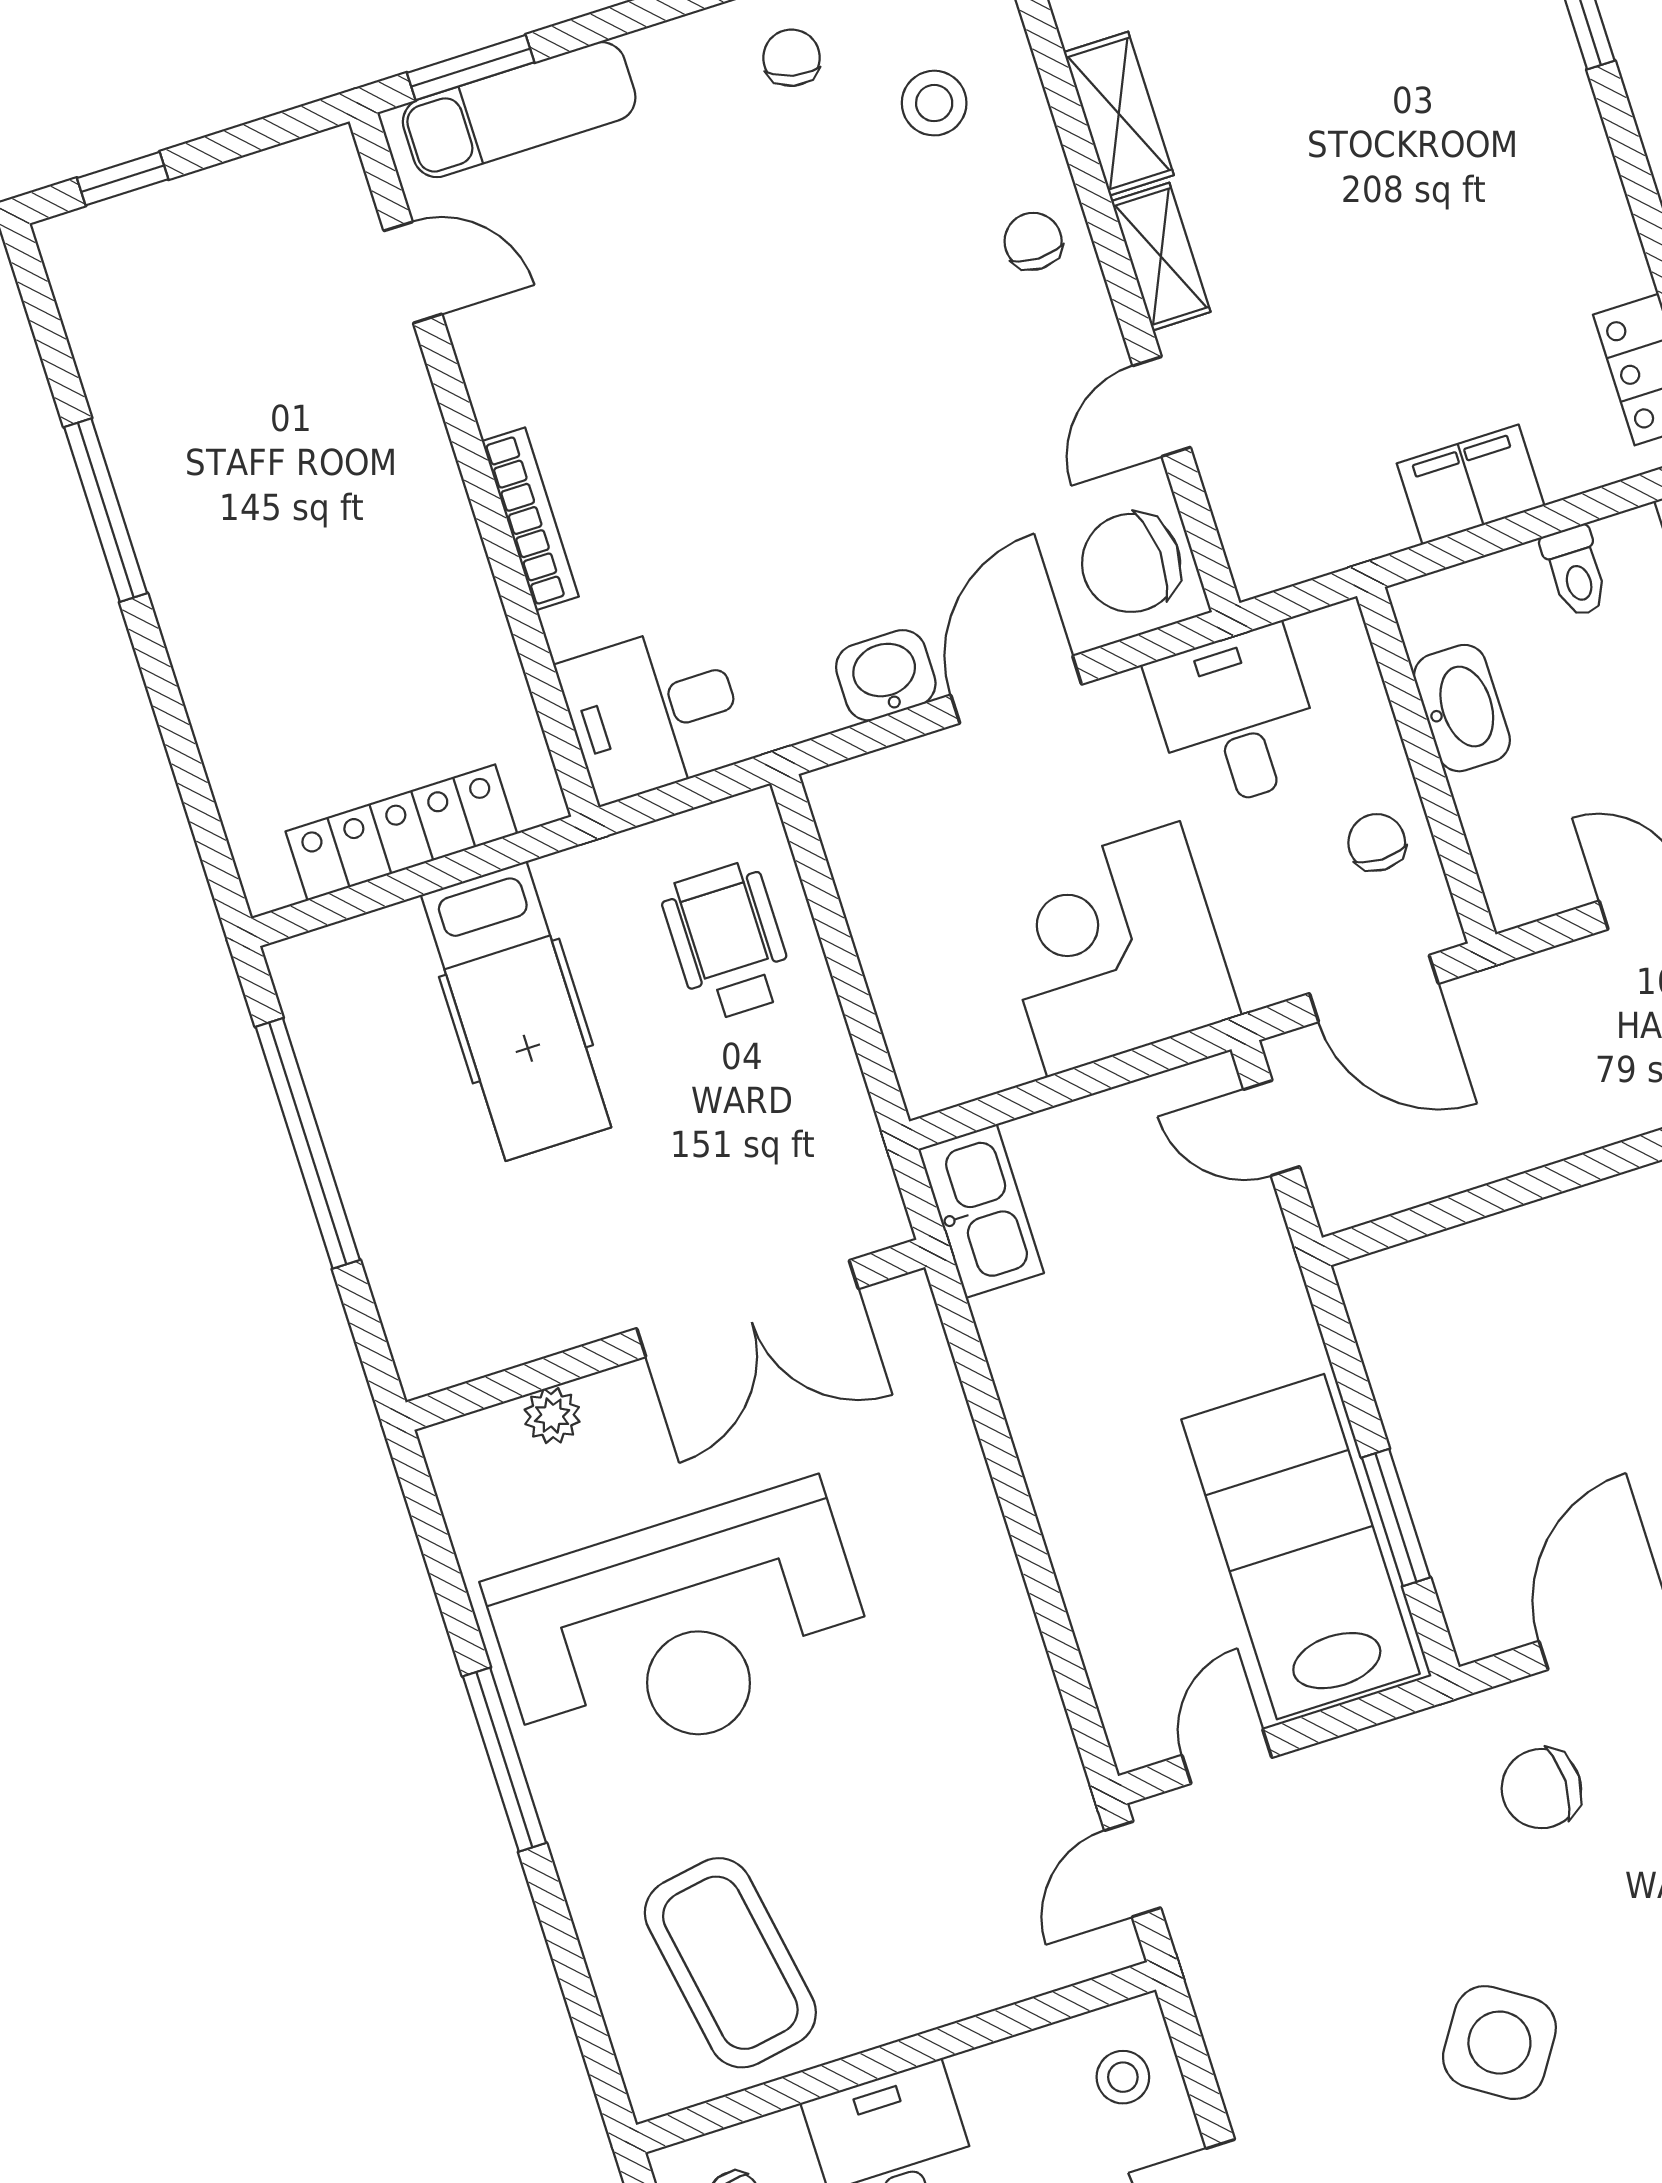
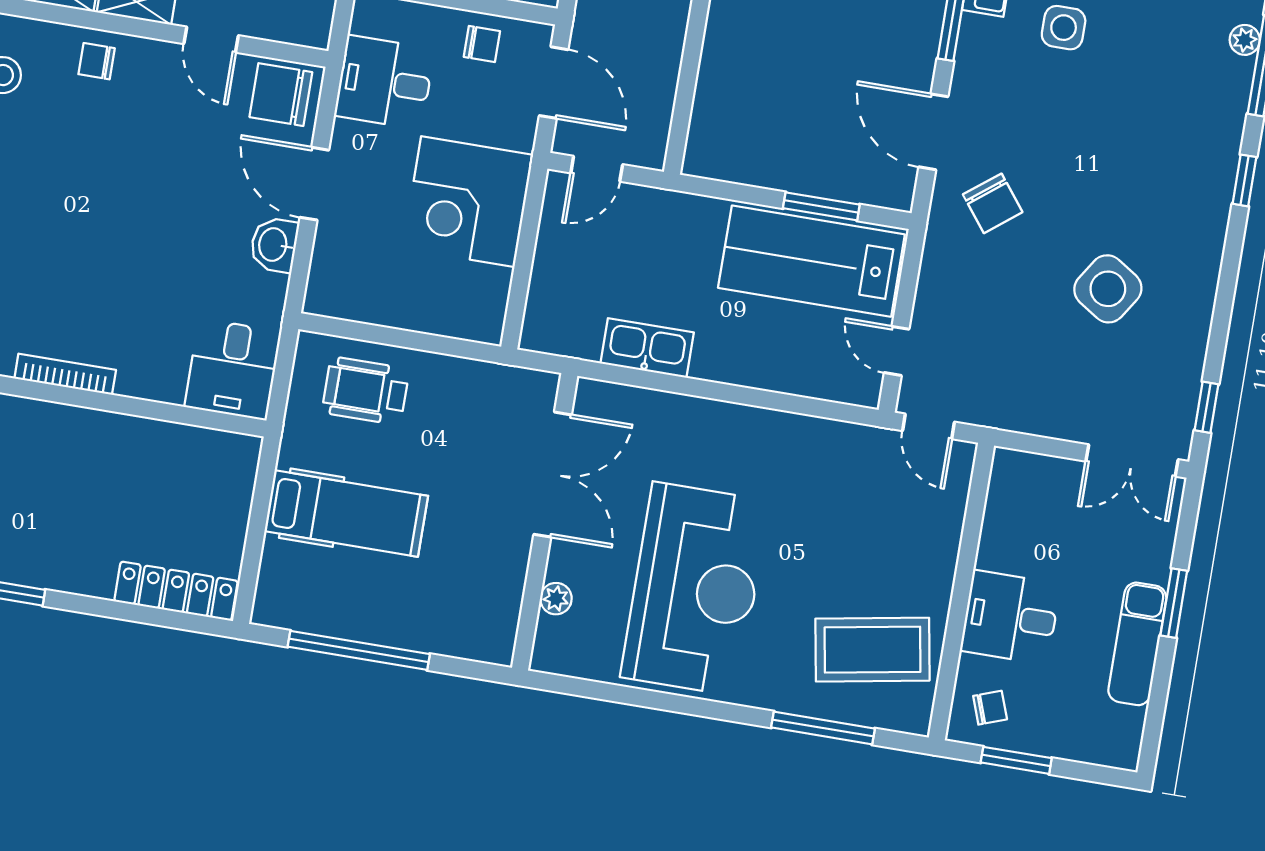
bookcase: (530, 519) -> (65, 374), moved
chair: (1131, 563) -> (281, 95), turned 93
locker: (401, 833) -> (176, 591), moved, turned 90
chair: (1377, 842) -> (482, 44), turned 180
door: (1374, 988) -> (554, 83), hinge flipped
kitchen sink: (981, 1211) -> (647, 348), moved
window: (504, 1760) -> (823, 728), moved
chair: (1541, 1789) -> (993, 203), turned -38
stool: (1123, 2077) -> (1029, 484), removed

